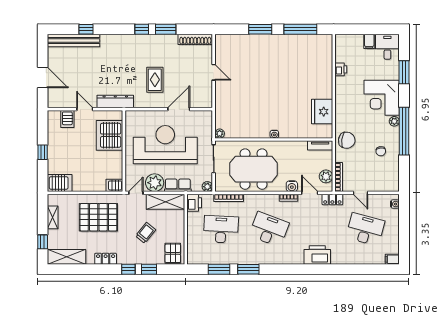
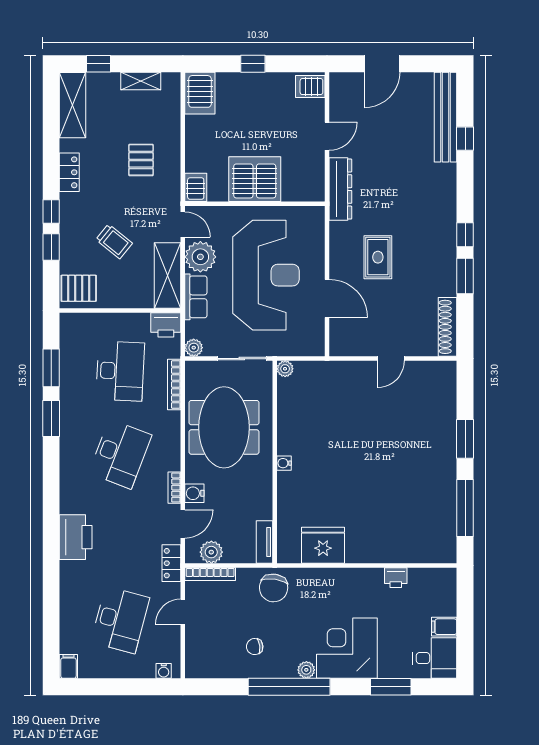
rug: (155, 80) -> (378, 257), turned 90
server rack: (67, 119) -> (310, 87), moved
server rack: (110, 135) -> (255, 179), moved
pallet: (98, 217) -> (141, 160), width x0.49, depth x0.50

